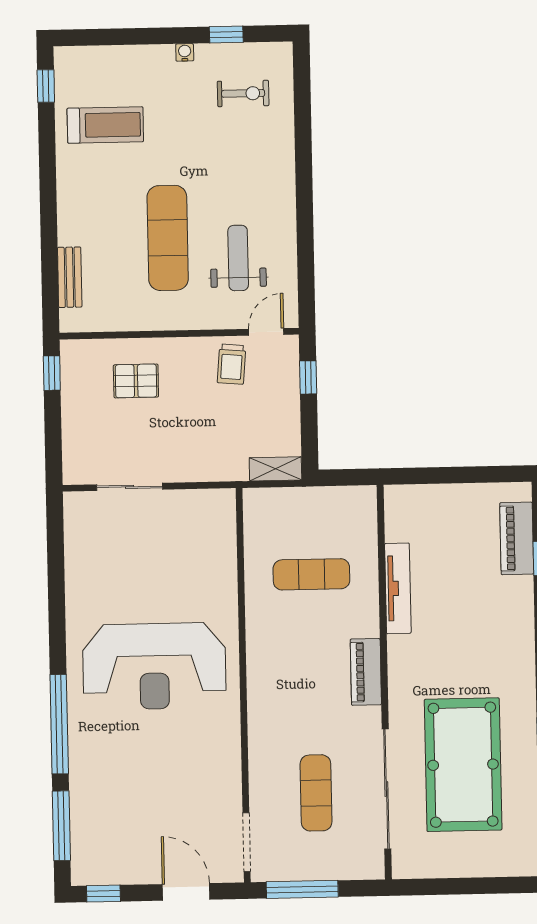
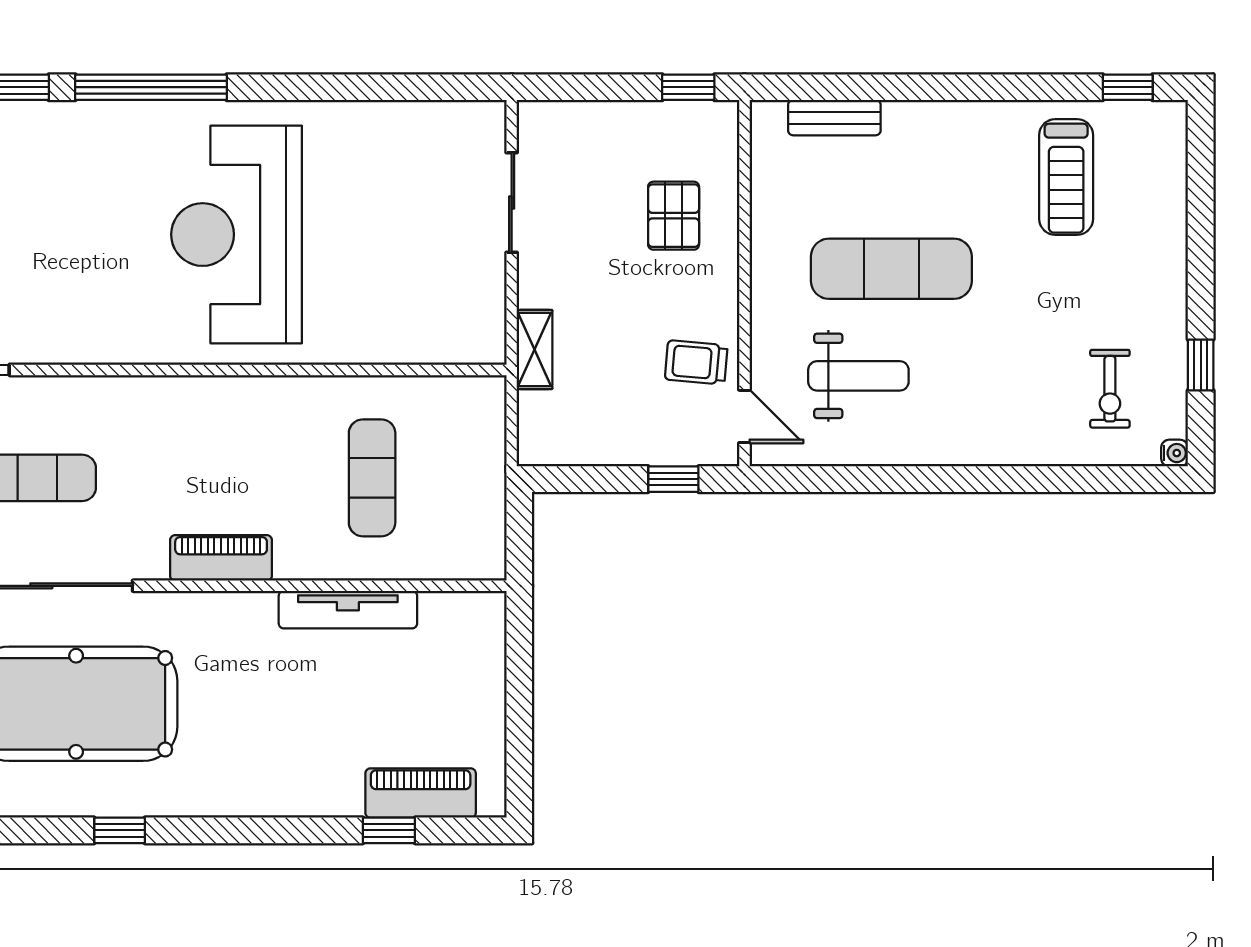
water cooler: (185, 52) -> (1175, 453), moved
shelving: (275, 469) -> (535, 349), moved

